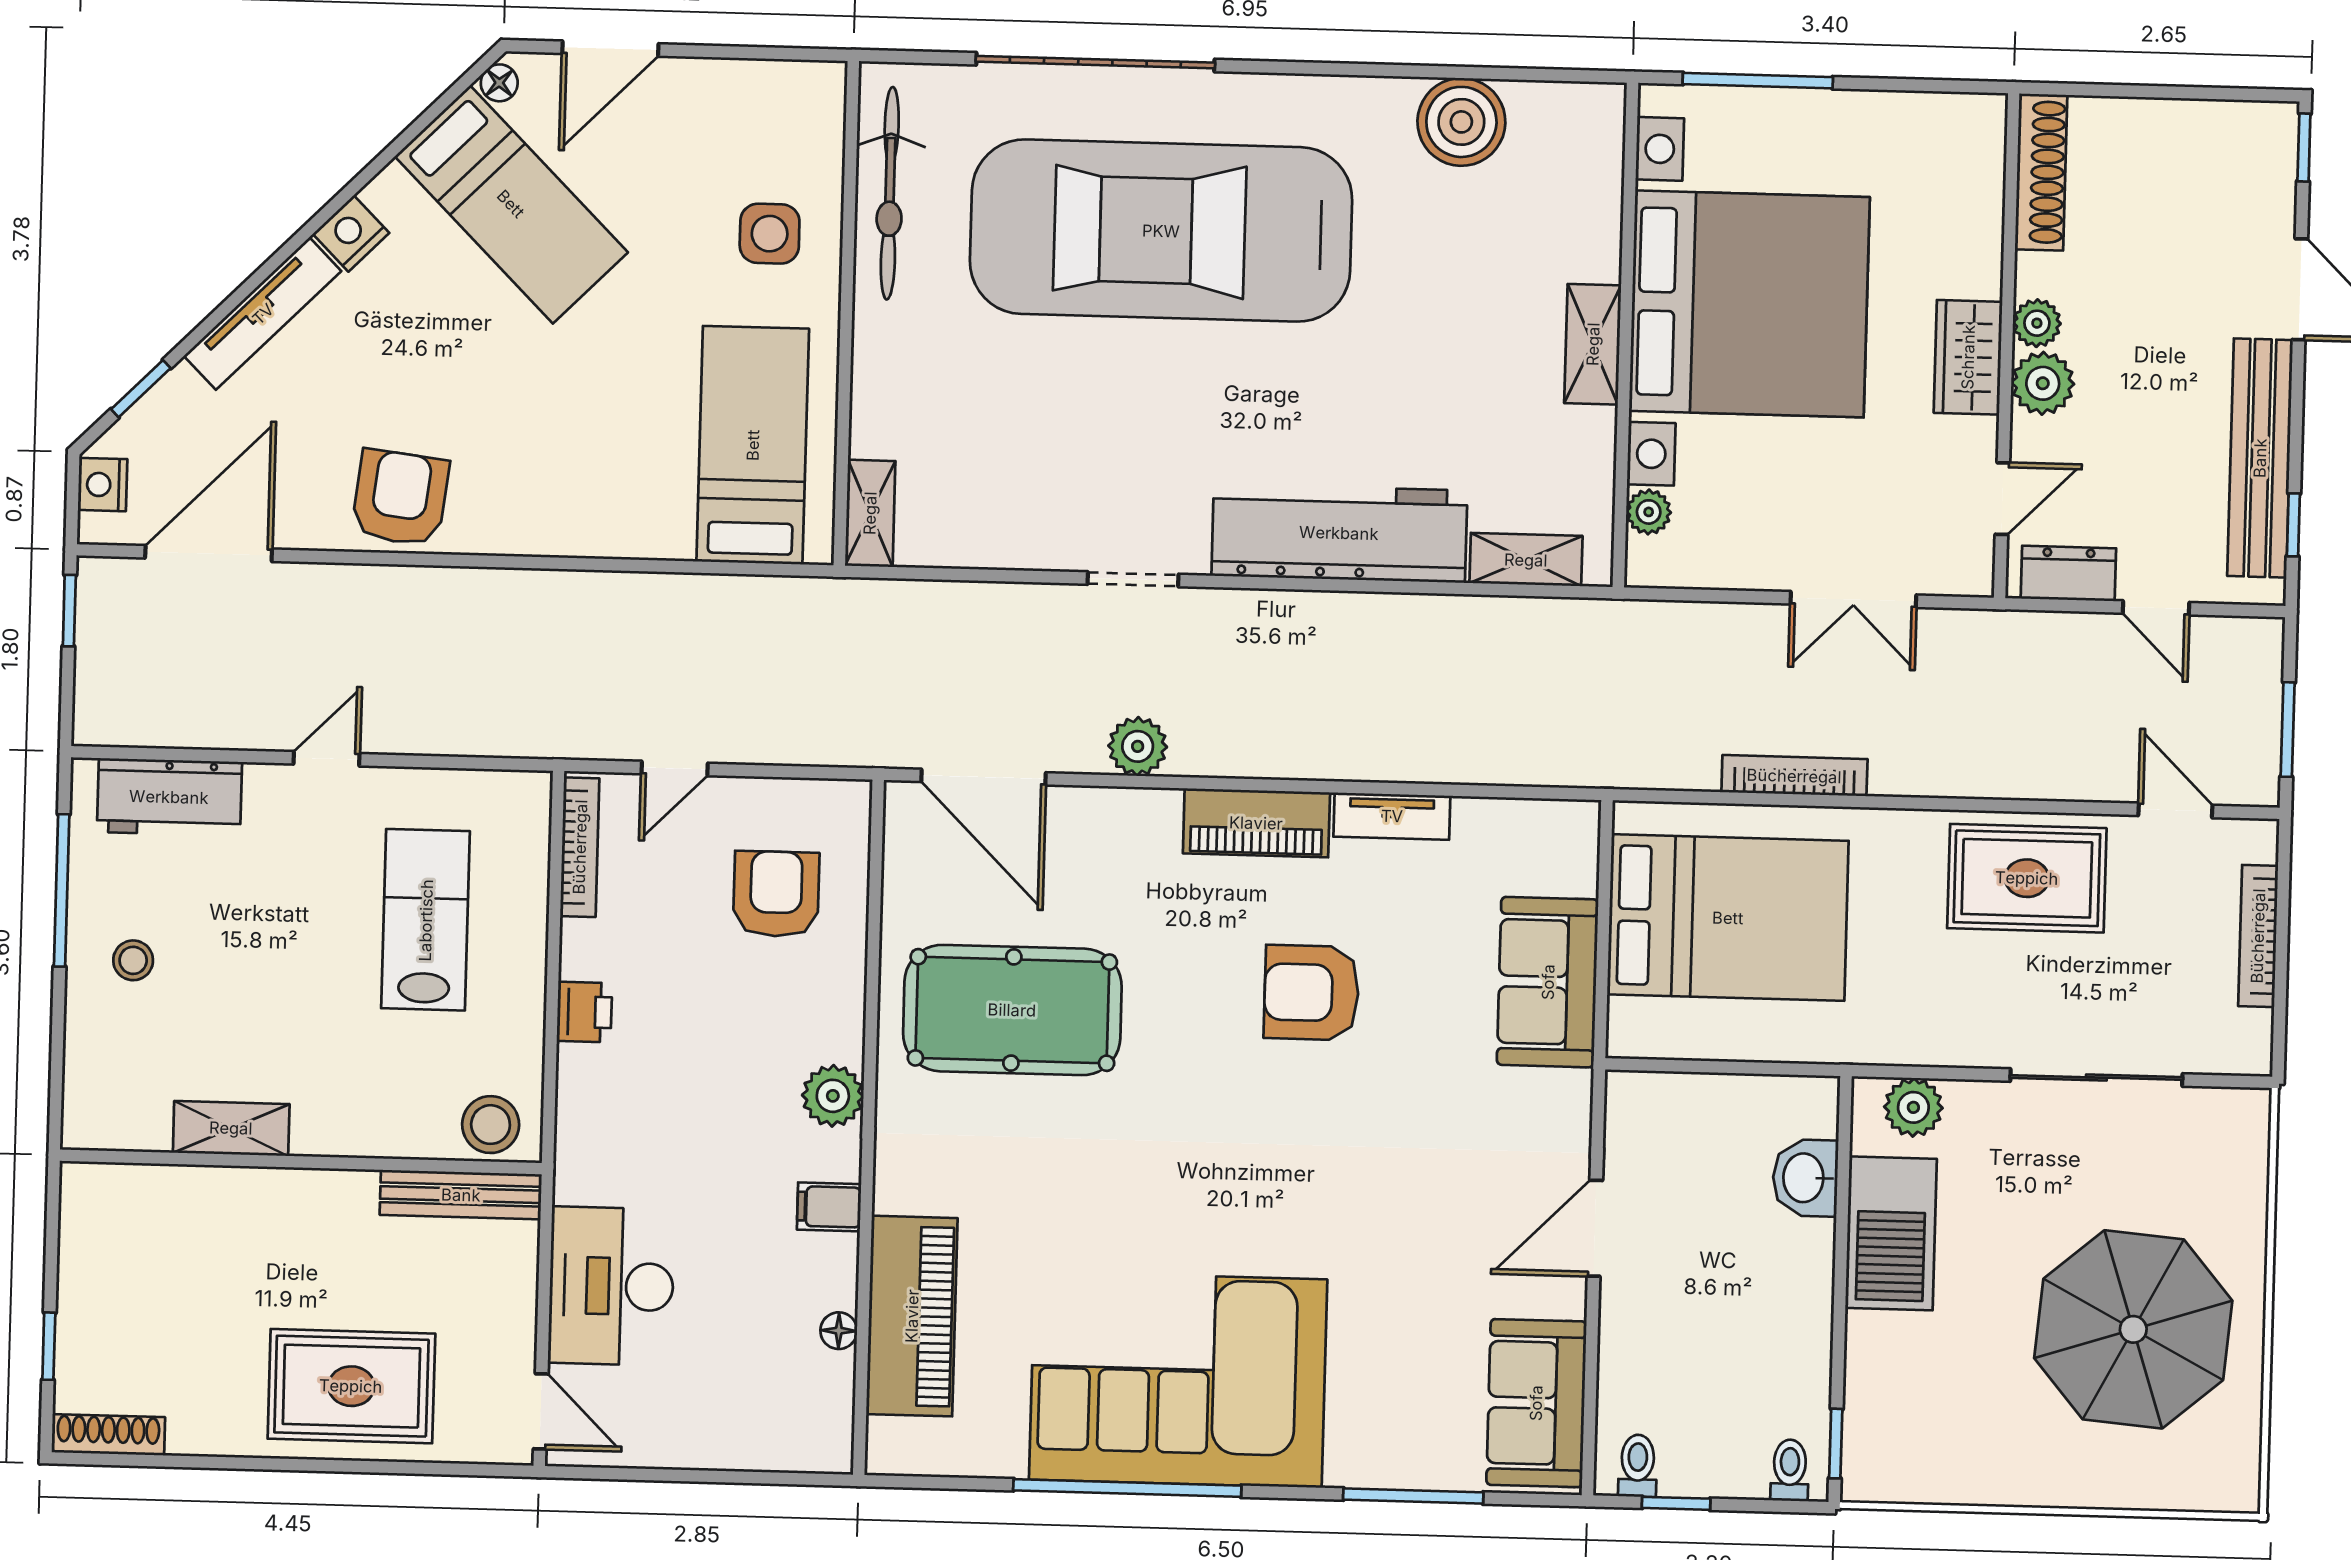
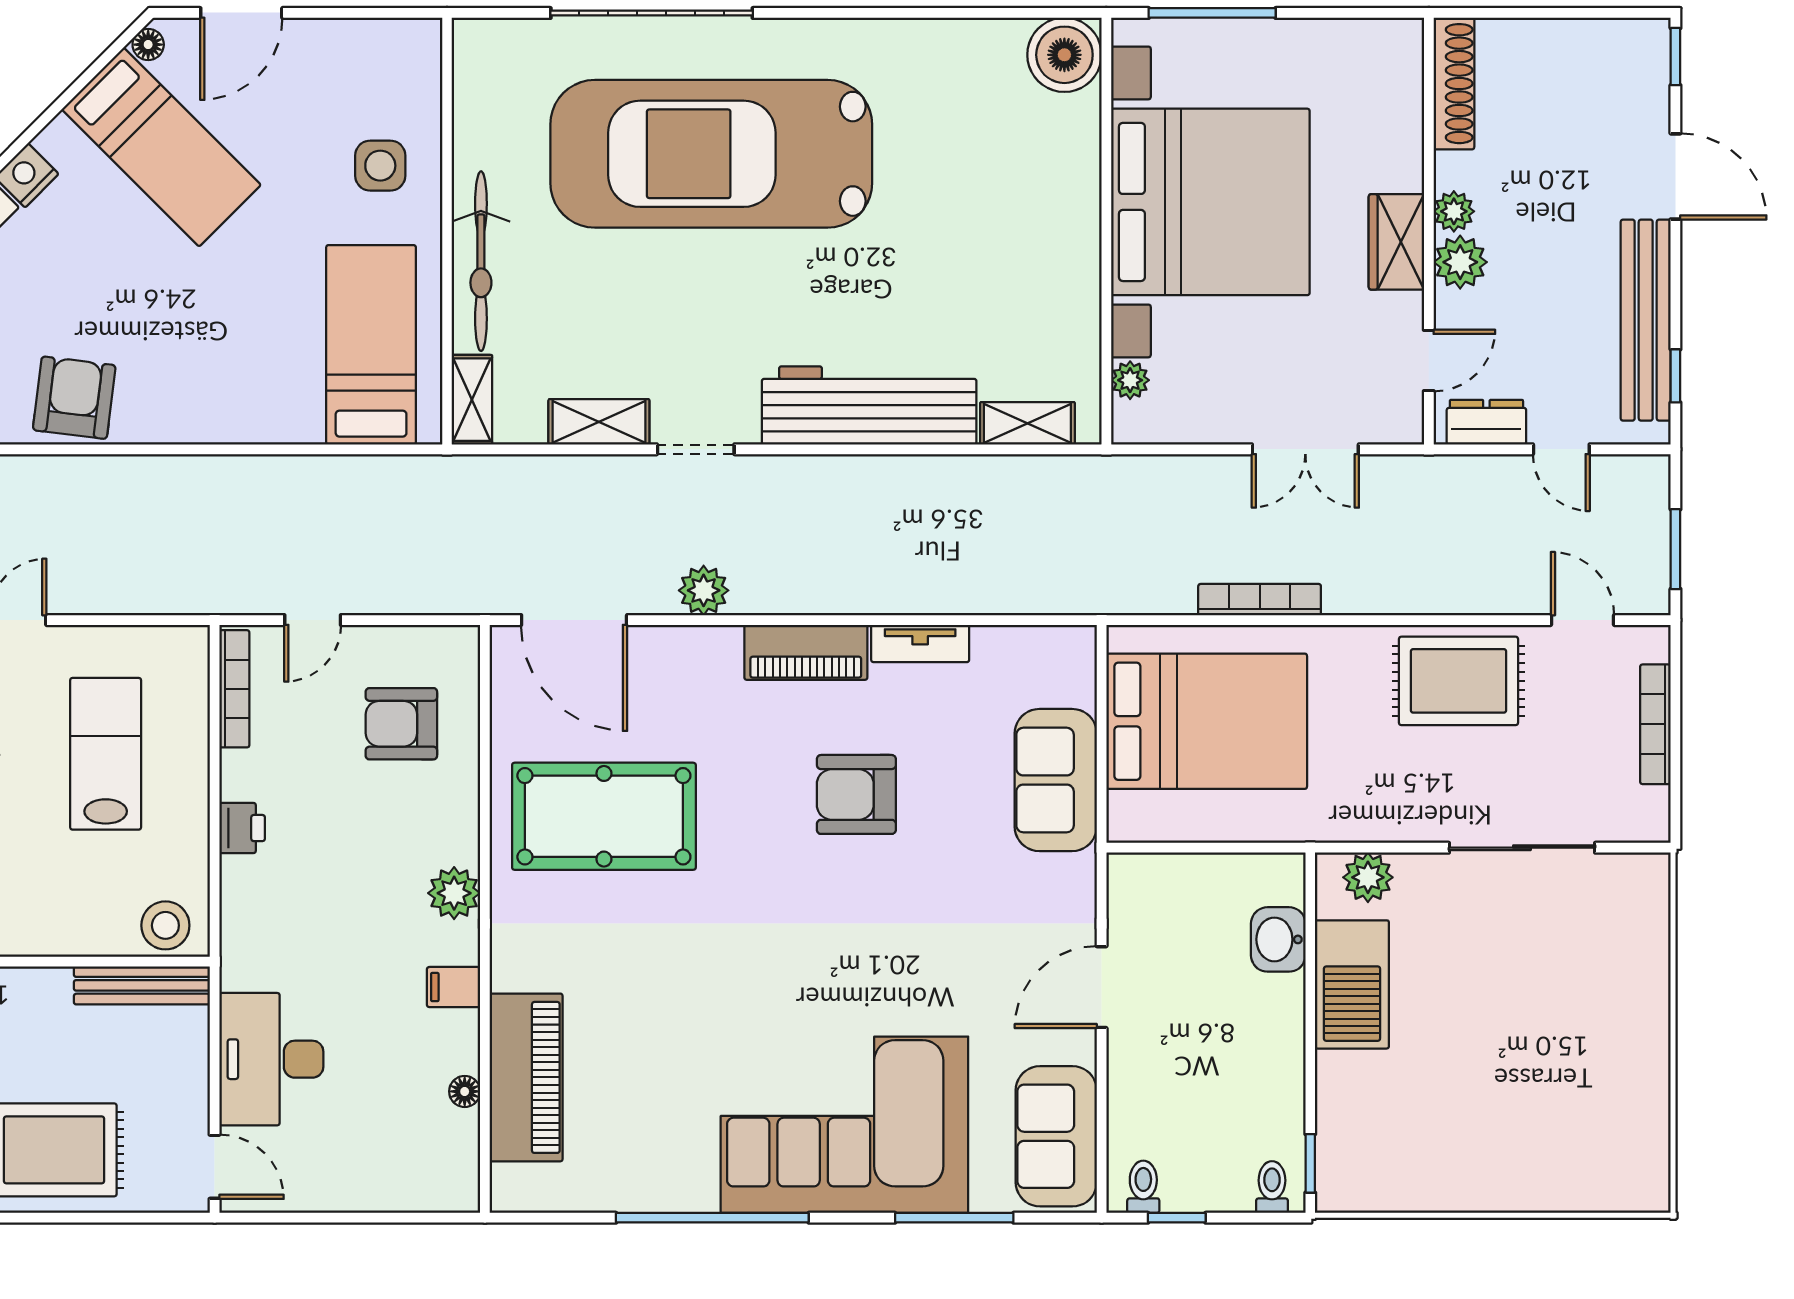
boiler: (1461, 122) -> (1064, 55), moved
bicycle: (890, 193) -> (481, 261), moved
shelving: (1593, 344) -> (599, 422), moved, turned 90
armchair: (776, 894) -> (401, 724), turned -90
parasol: (2133, 1329) -> (1559, 1060), removed
corner sofa: (1178, 1380) -> (844, 1125), moved

